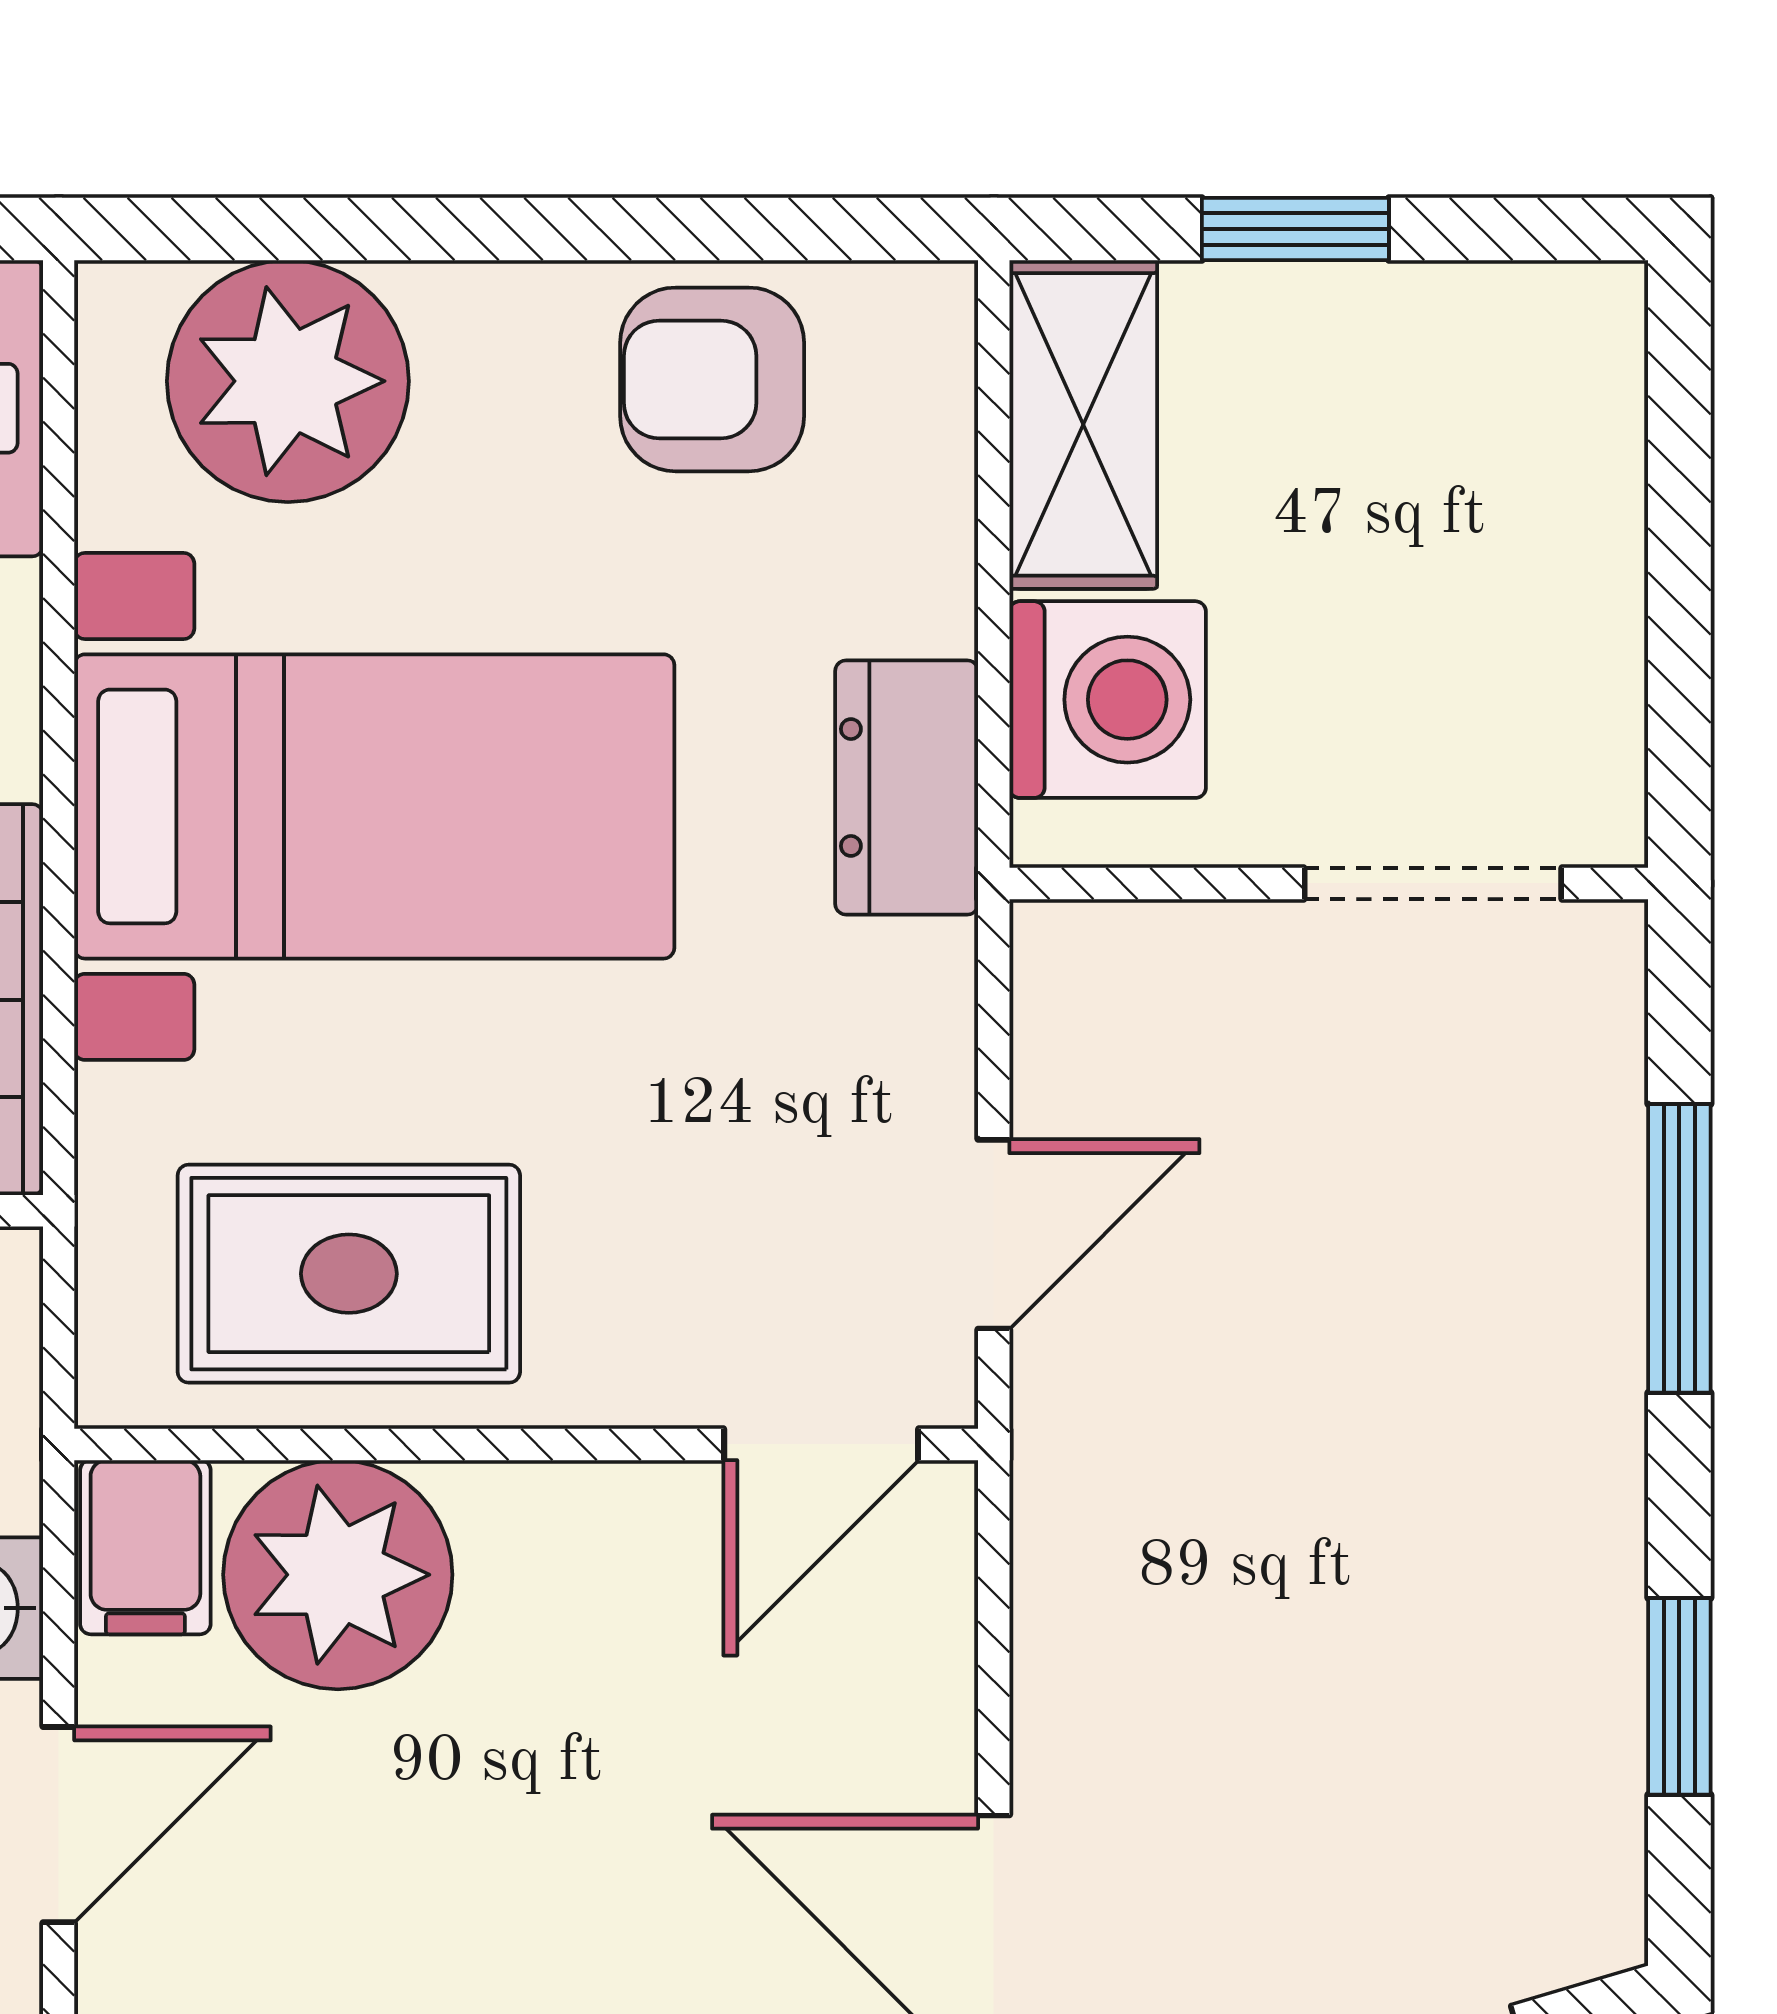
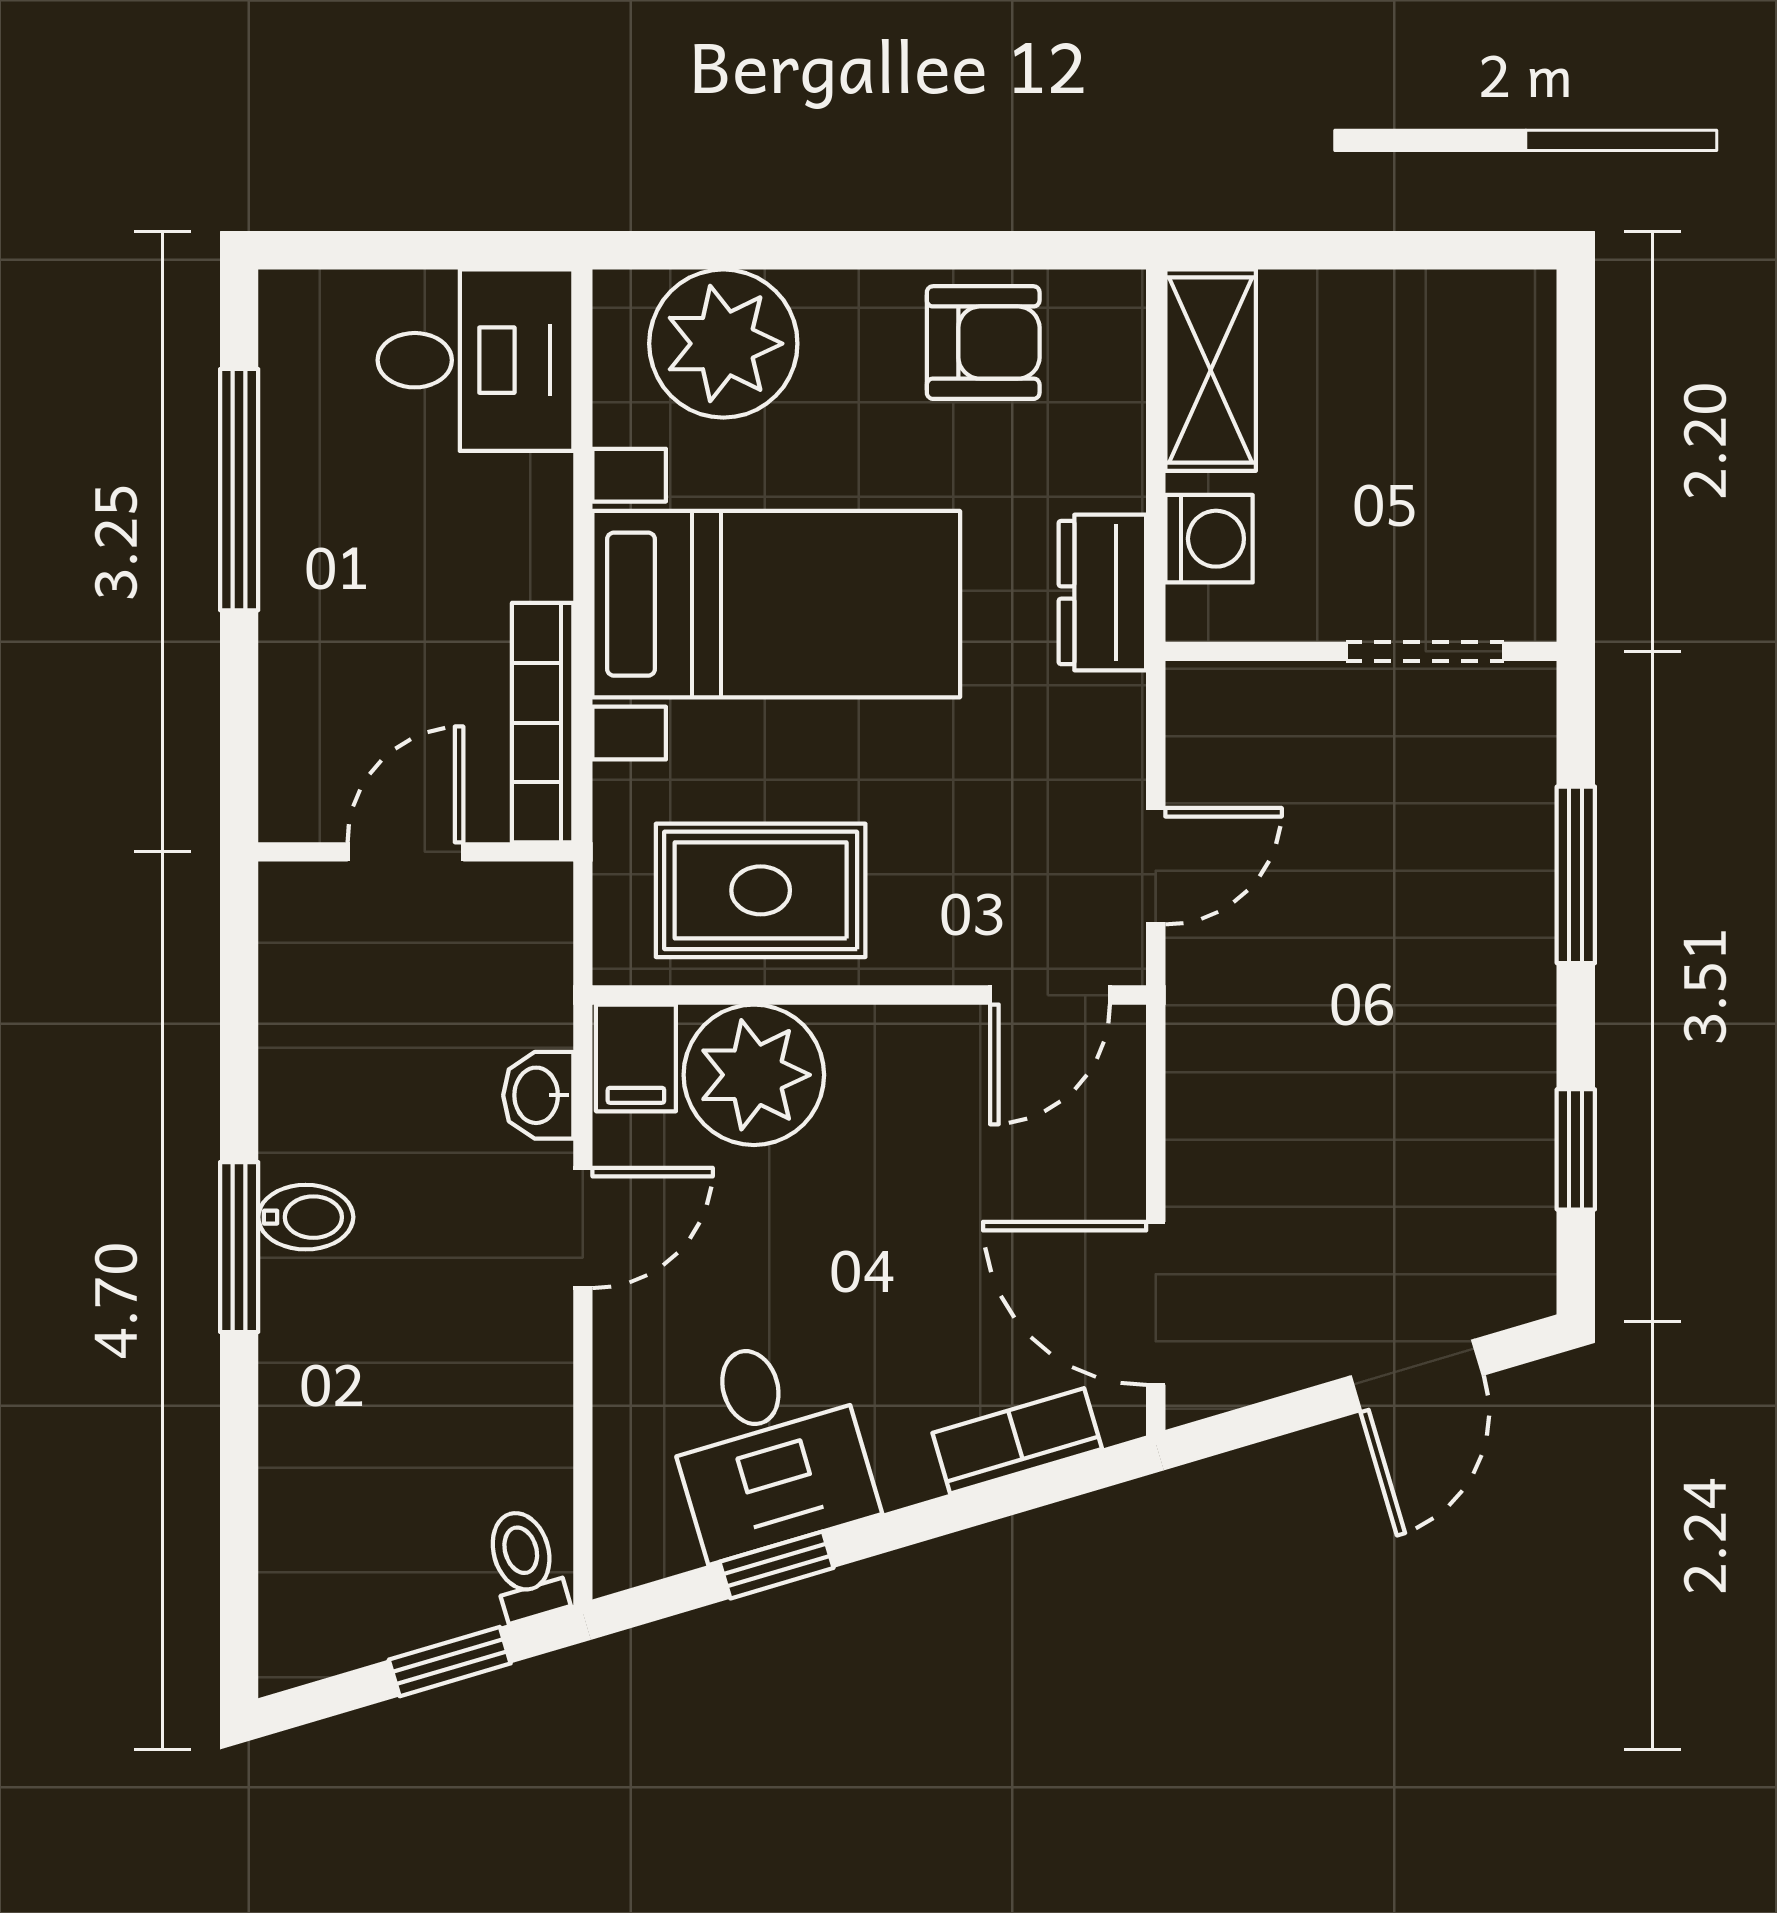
window: (1295, 229) -> (1341, 250), removed
armchair: (712, 379) -> (983, 343), turned 180
washing machine: (1108, 700) -> (1209, 539), width x0.73, depth x0.73

